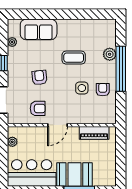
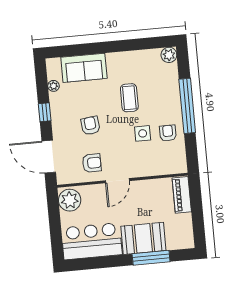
plant: (110, 54) -> (169, 55), moved
coffee table: (74, 58) -> (129, 98), turned 90
piano: (94, 133) -> (182, 195), moved, turned 90
plant: (12, 142) -> (70, 200), width x1.88, depth x1.88

